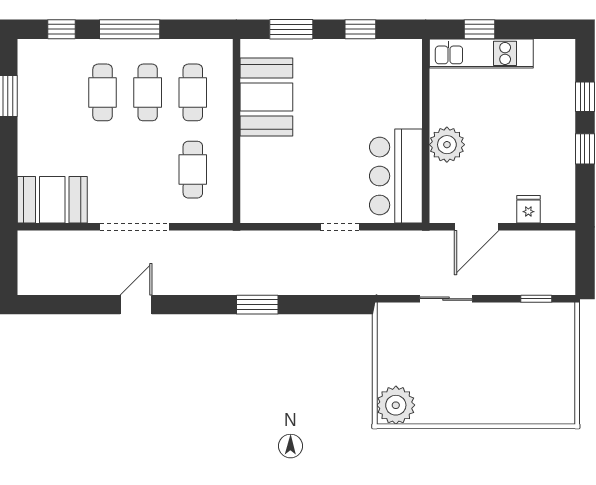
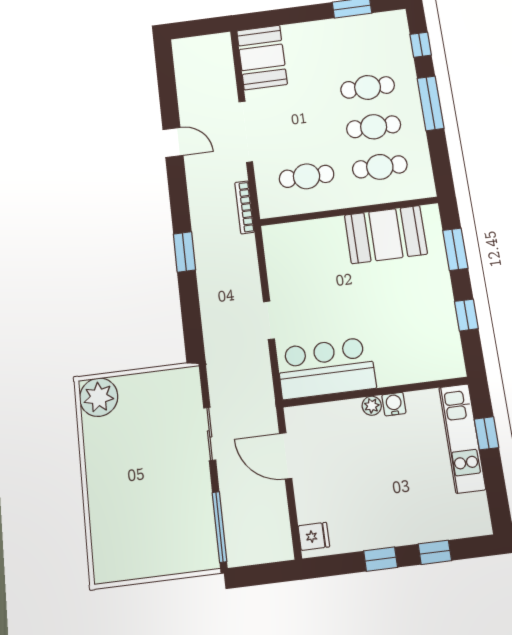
water cooler: (440, 114) -> (394, 404), added
plant: (447, 145) -> (372, 406), width x0.53, depth x0.53
fridge: (528, 209) -> (314, 536), moved
bookcase: (218, 238) -> (245, 207), added
window: (536, 299) -> (219, 527), width x2.17

